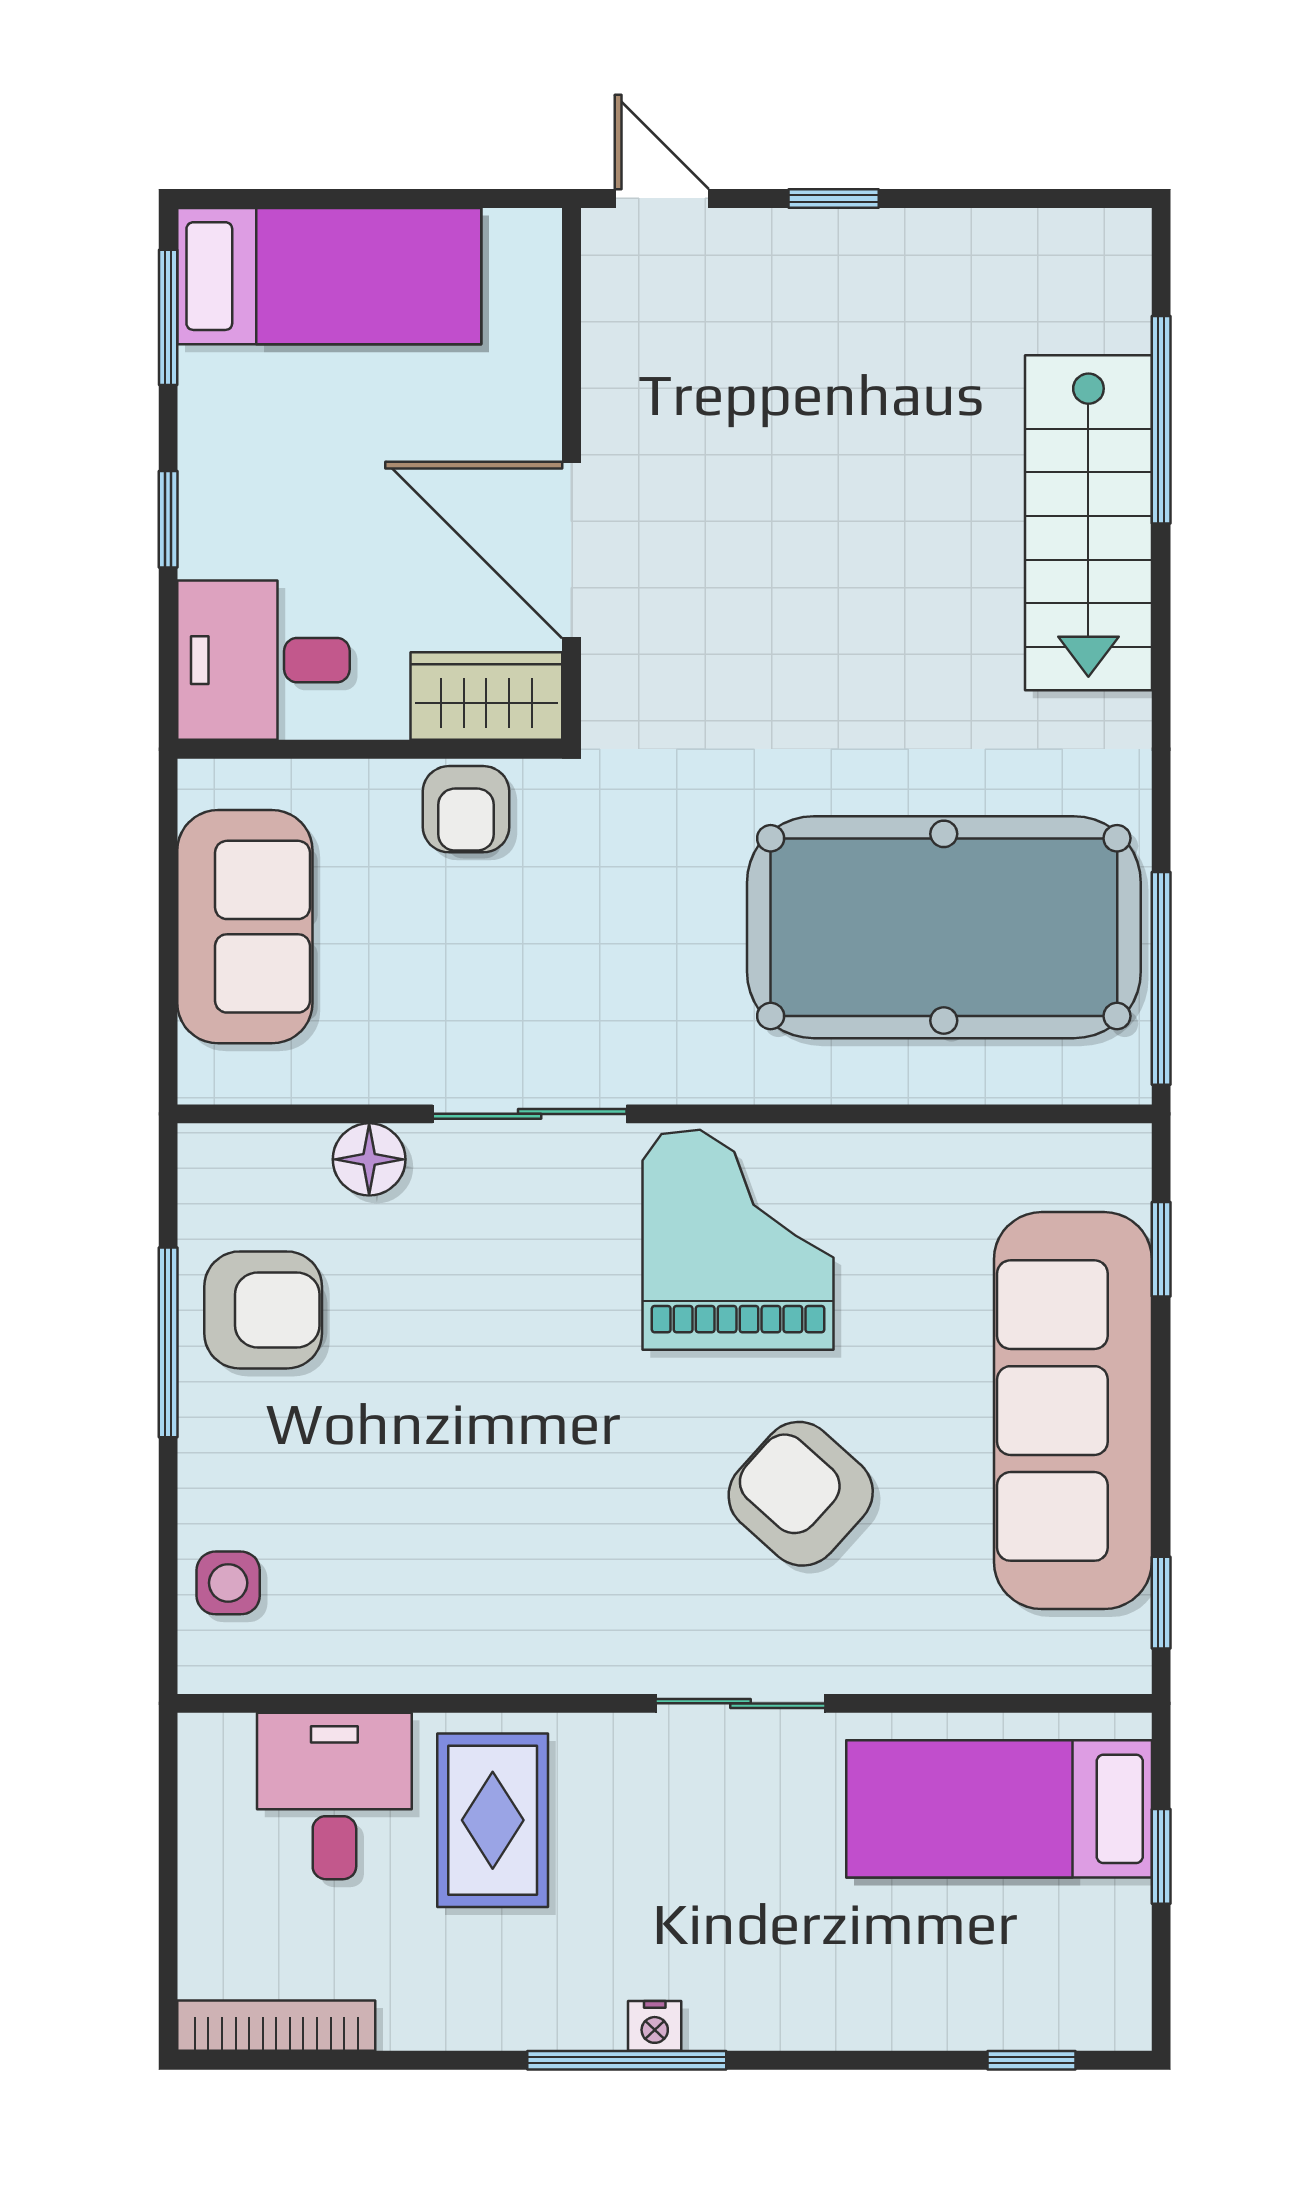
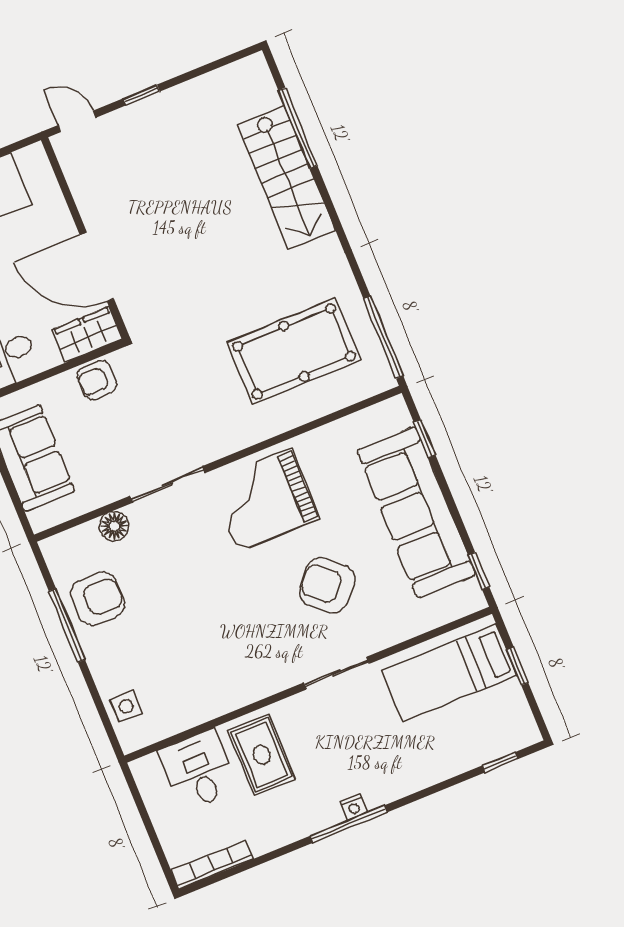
armchair: (466, 809) -> (97, 380), turned 90
pool table: (944, 927) -> (294, 351), width x0.73, depth x0.76
grand piano: (738, 1240) -> (265, 500), turned -90

